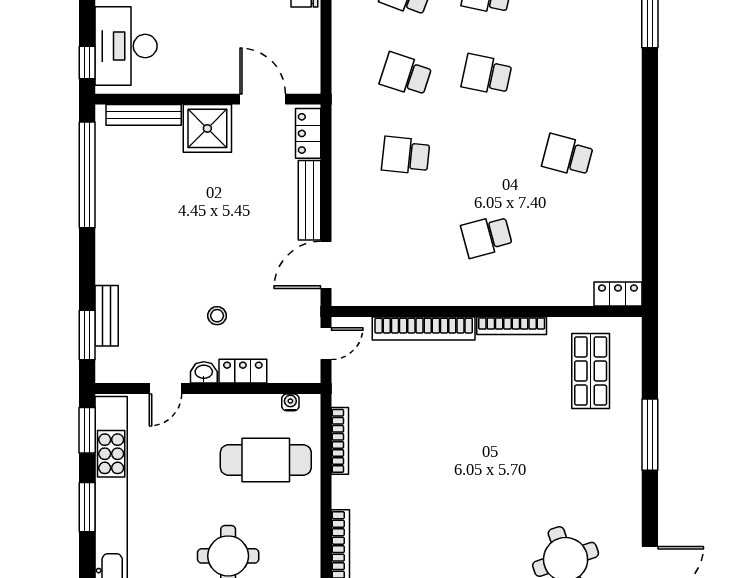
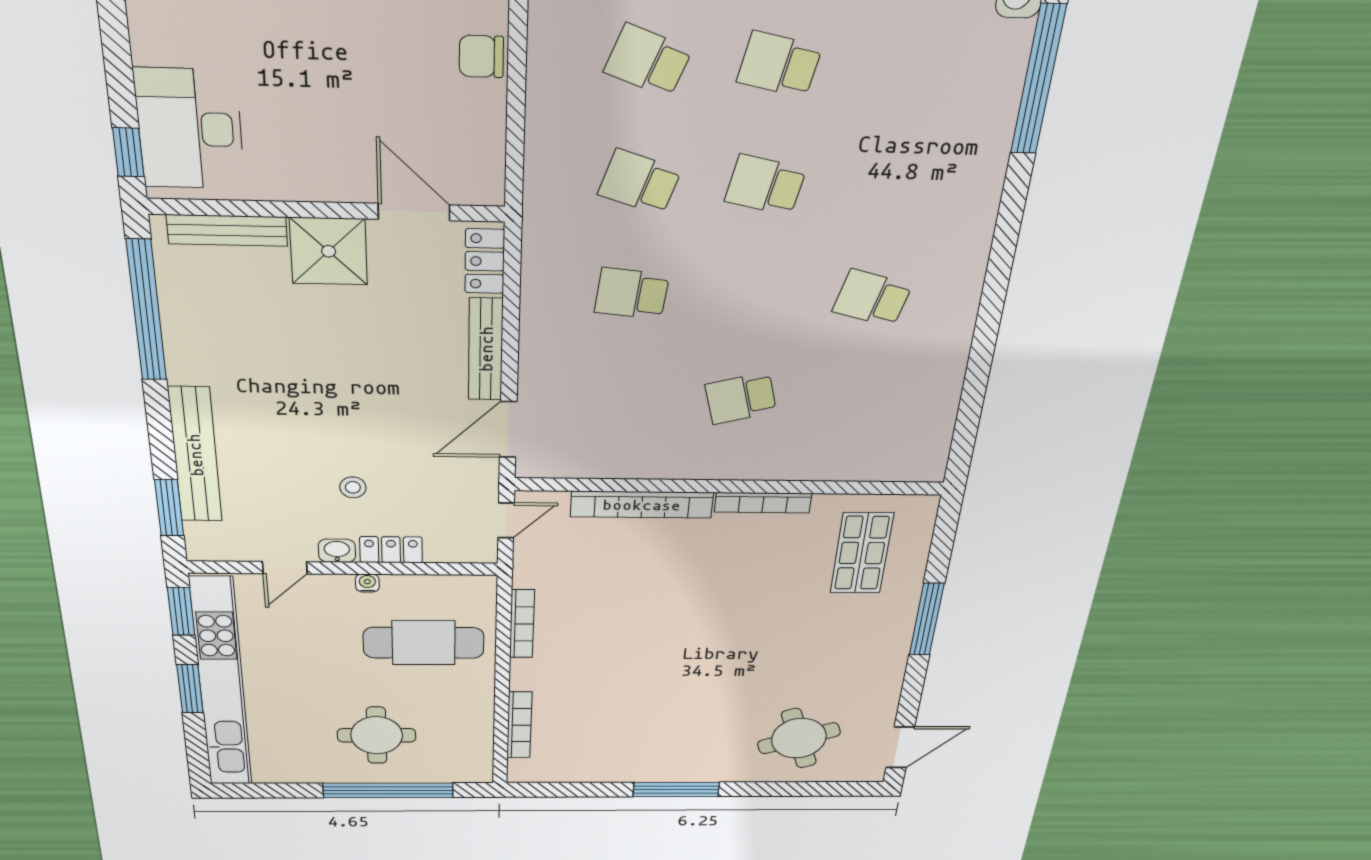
locker: (618, 294) -> (914, 469), removed
bench: (107, 316) -> (195, 455), width x1.86, depth x1.21
water cooler: (290, 402) -> (367, 583), moved

